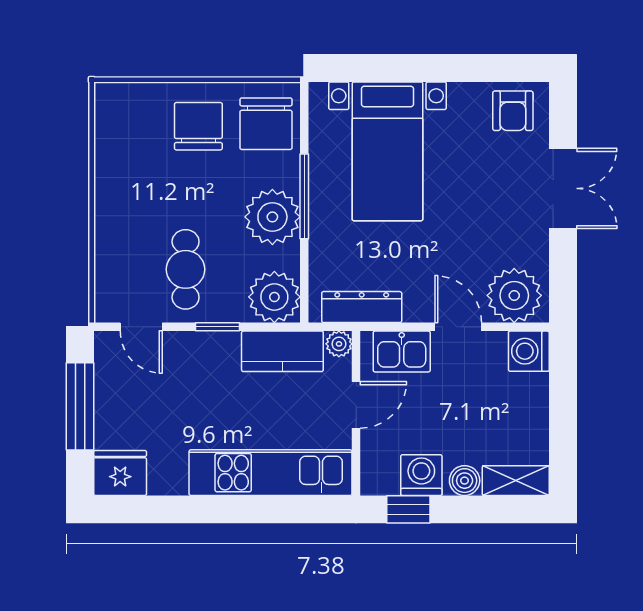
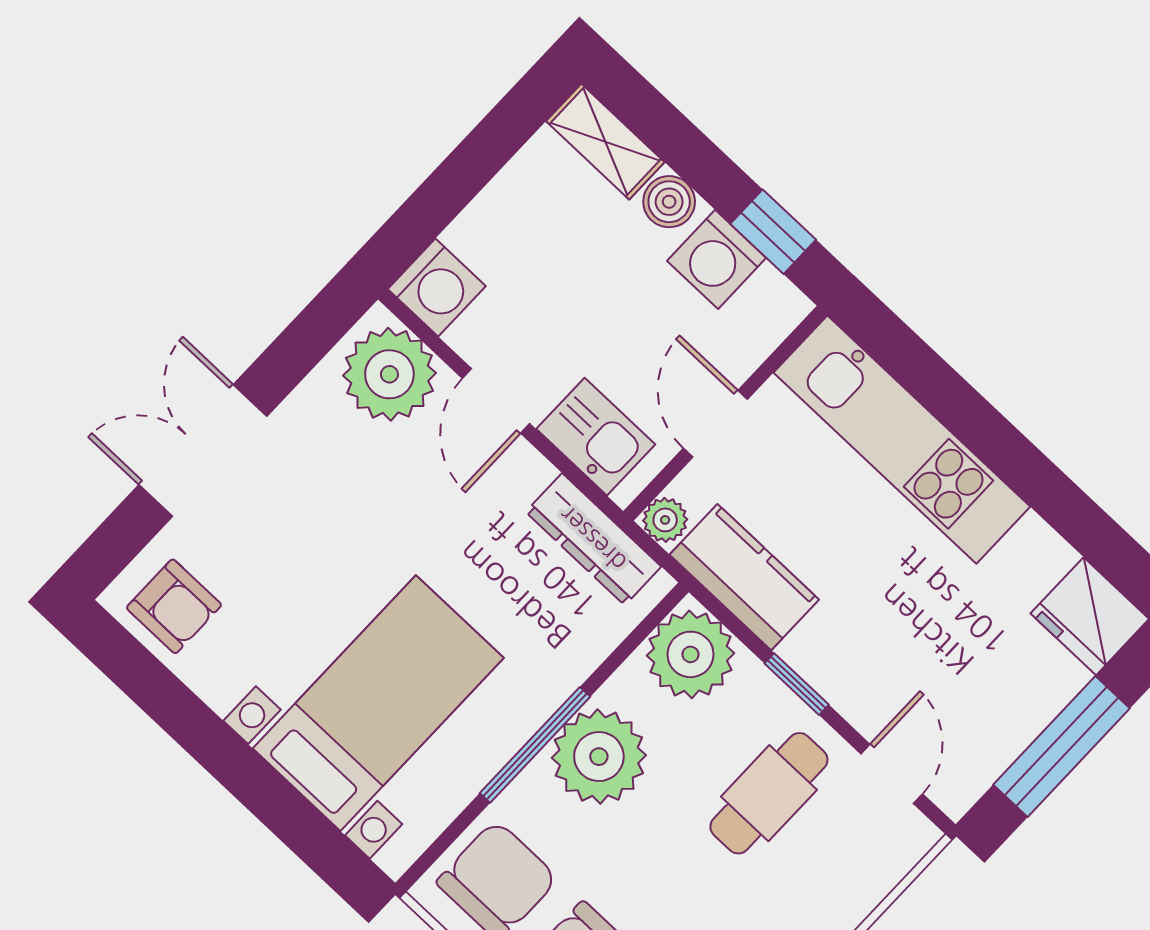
armchair: (513, 111) -> (174, 606), turned 90
door: (356, 405) -> (715, 424), hinge flipped

